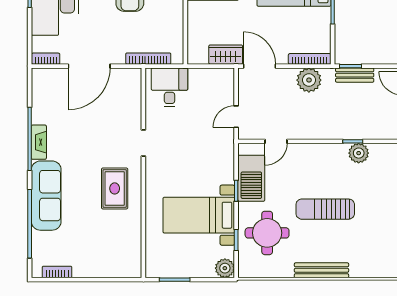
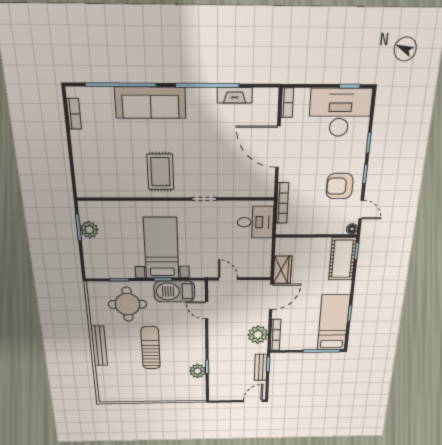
fireplace: (39, 142) -> (235, 95), moved
rug: (115, 188) -> (160, 172), turned 90
bed with nightstands: (199, 215) -> (161, 248), moved
plant: (225, 268) -> (89, 230), moved

